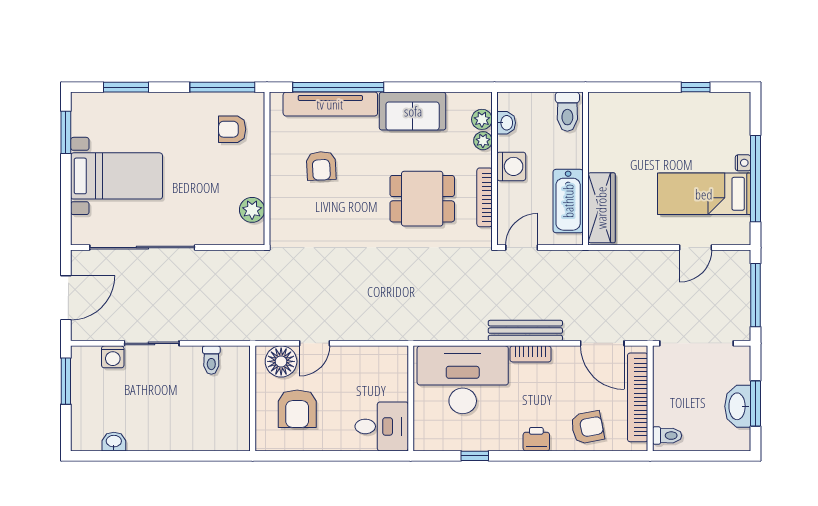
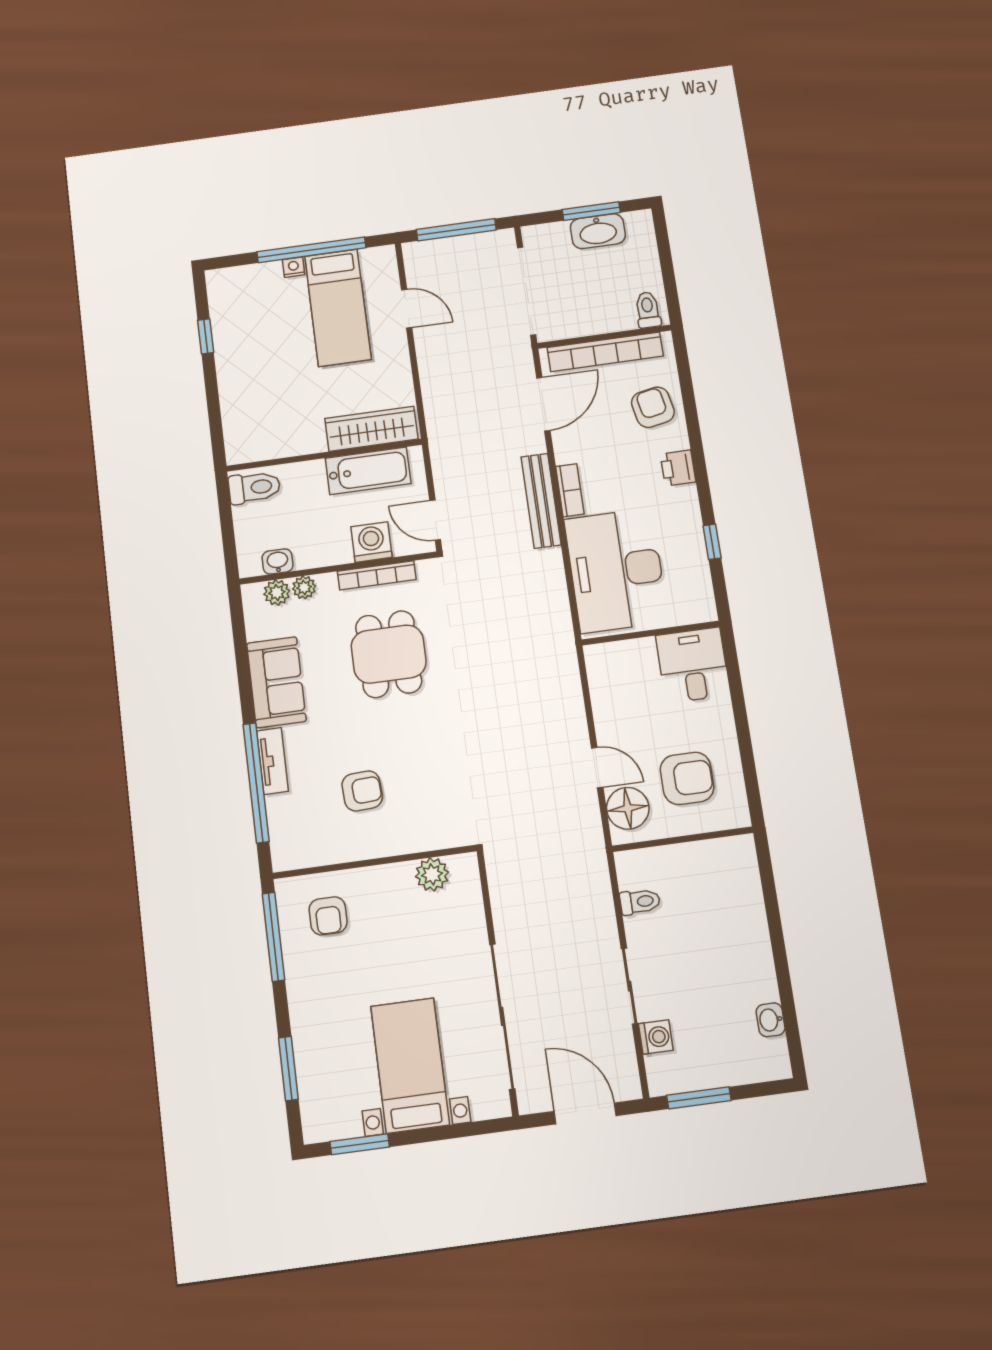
tv unit: (330, 104) -> (272, 761), width x0.52, depth x0.78
washing machine: (511, 166) -> (371, 542), moved

